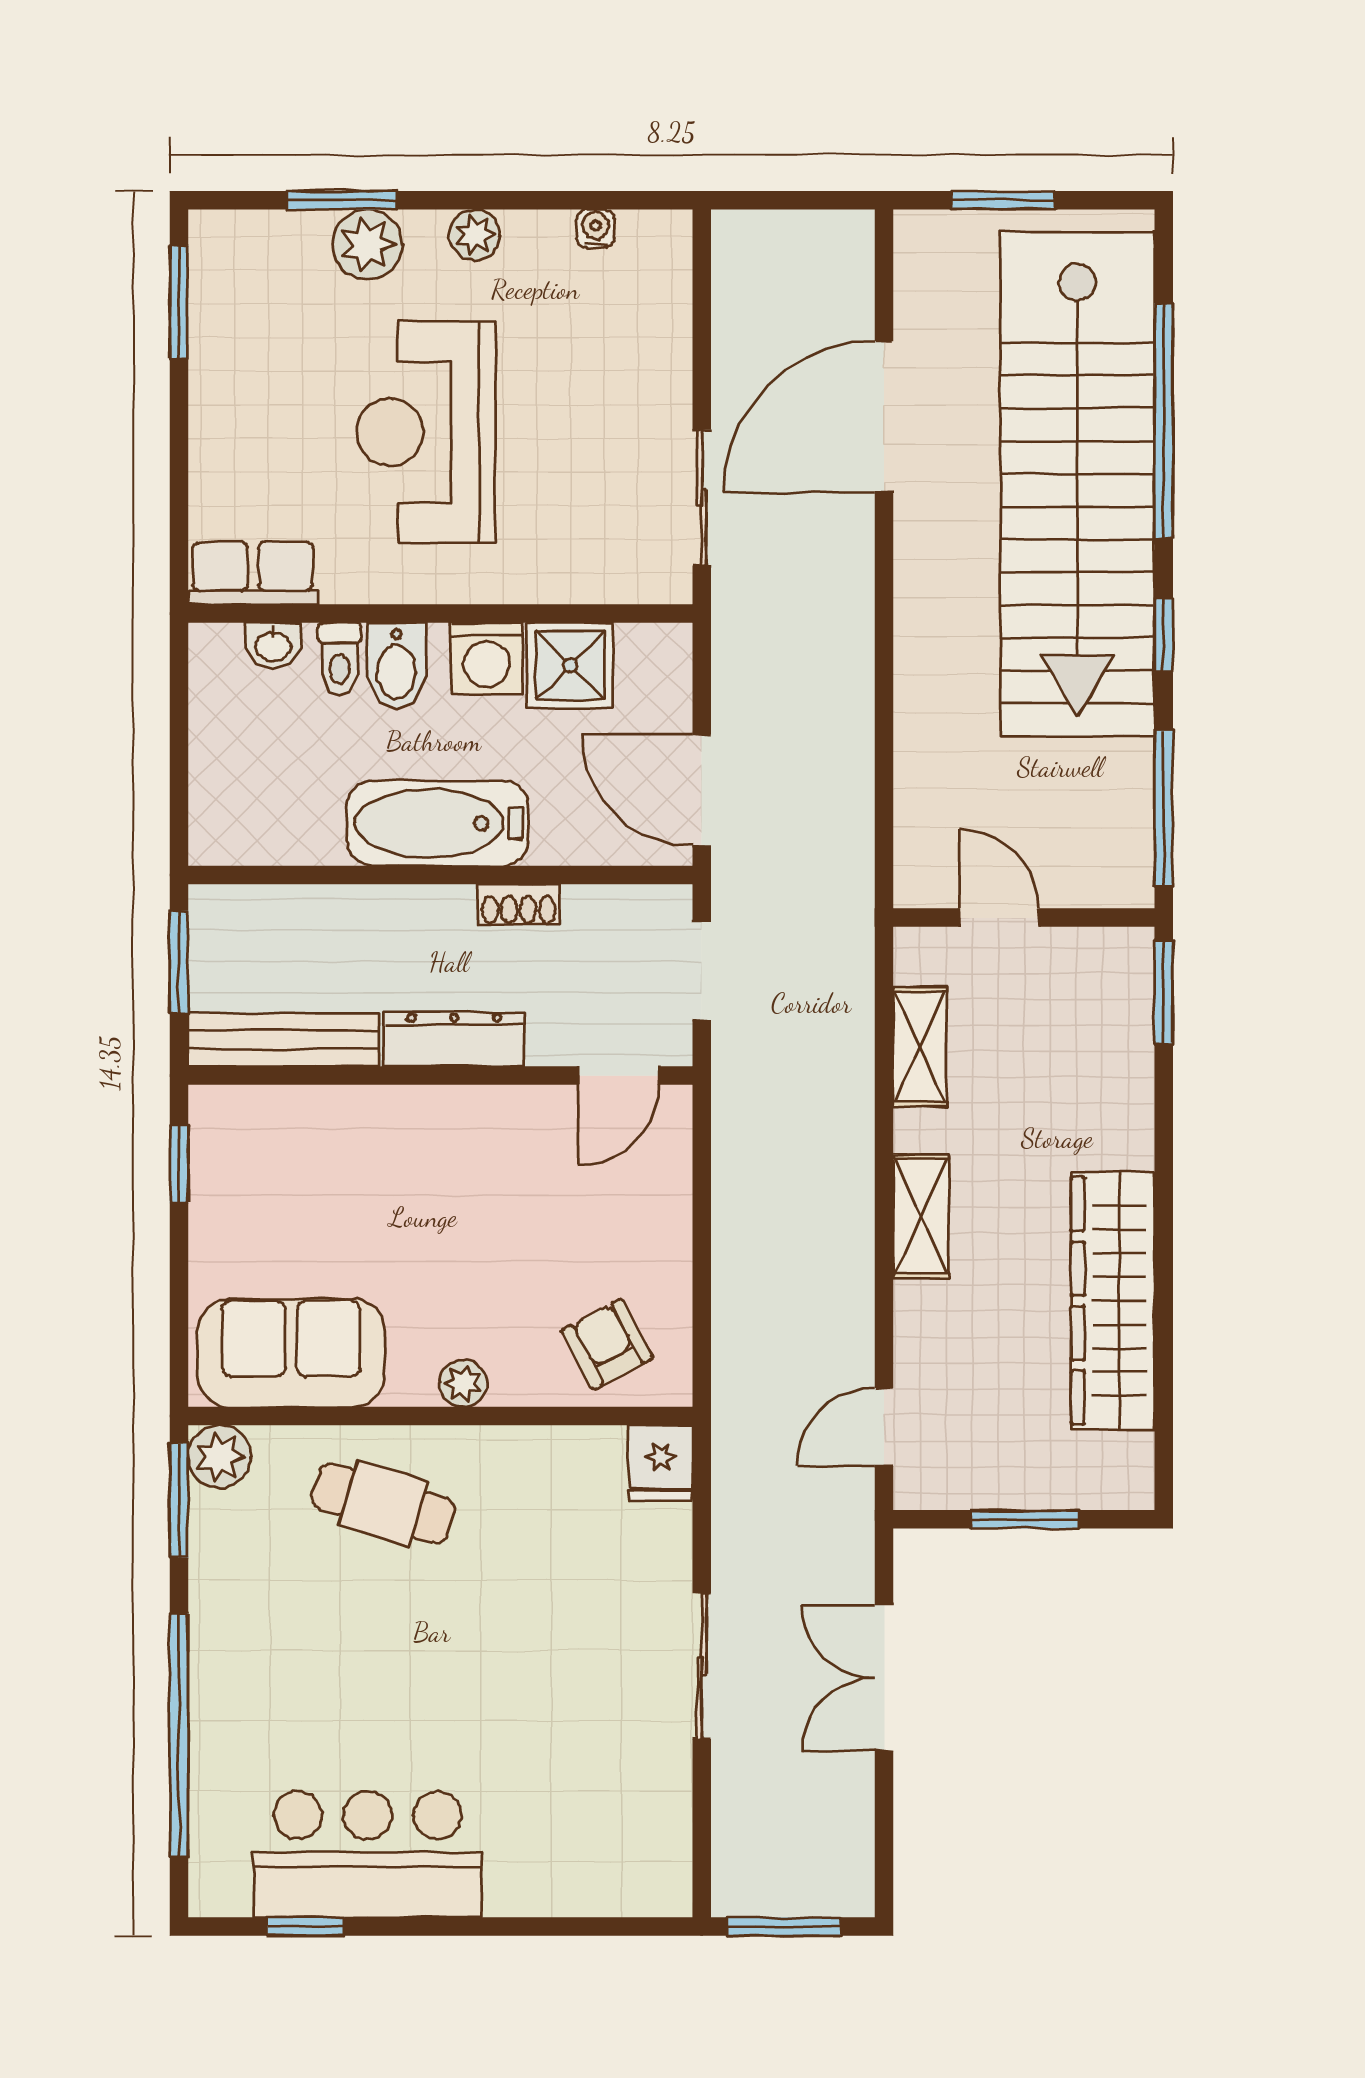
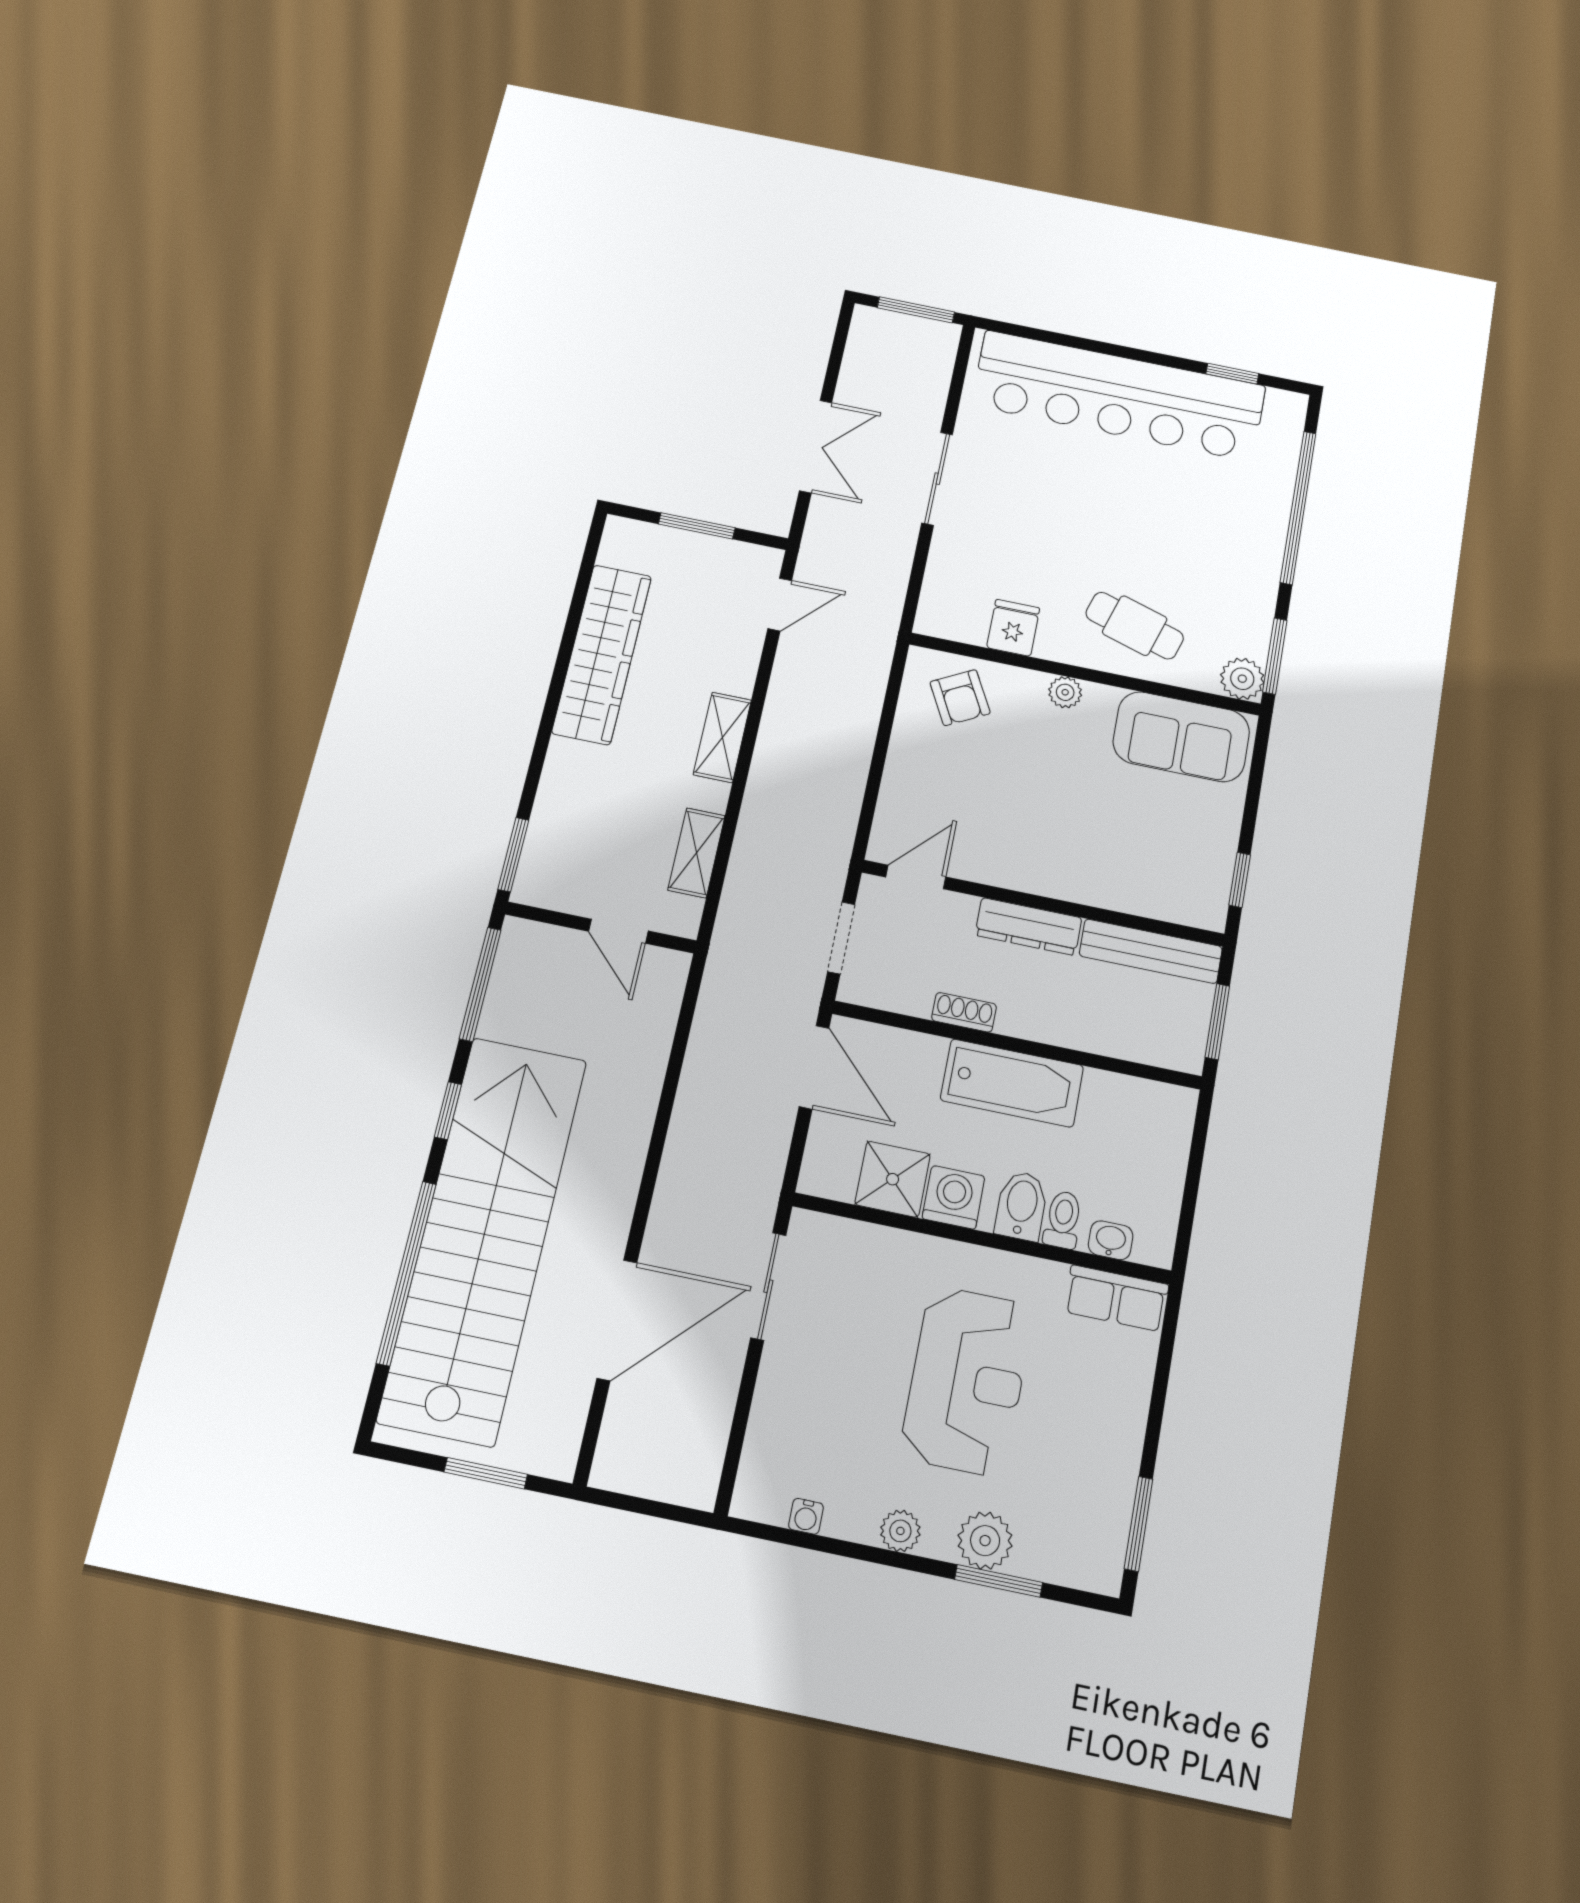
fridge: (661, 1463) -> (1013, 628), moved
bar counter: (368, 1854) -> (1119, 396), width x1.86

